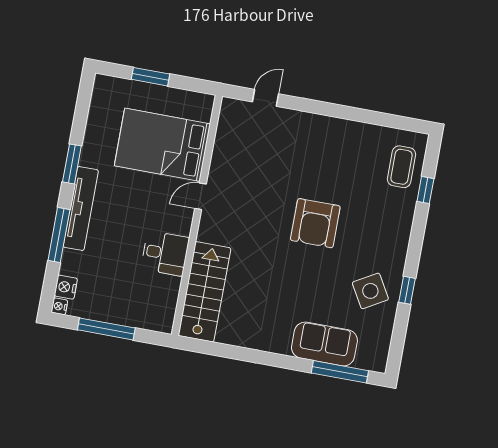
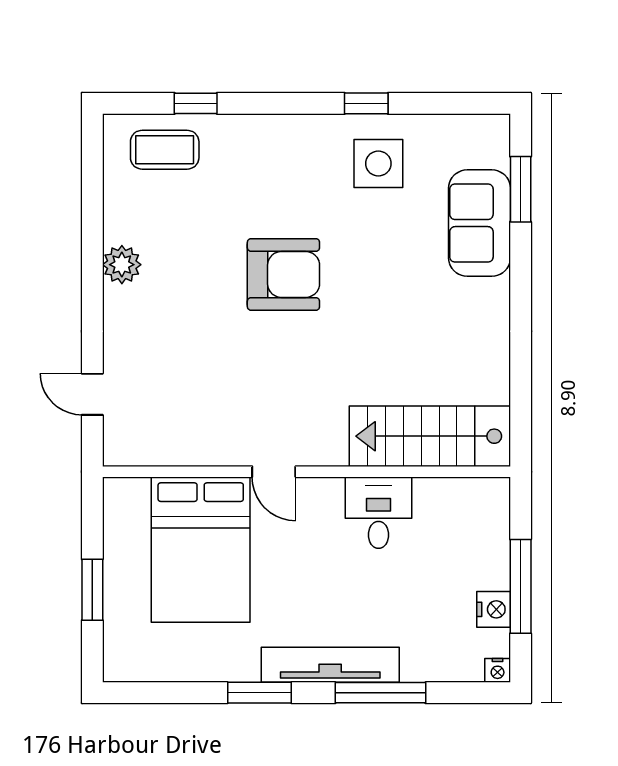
plant: (339, 129) -> (122, 265), added
nightstand: (66, 287) -> (494, 609), moved, turned -90
side table: (370, 291) -> (378, 163), turned 30
window: (340, 372) -> (521, 189), width x0.69

